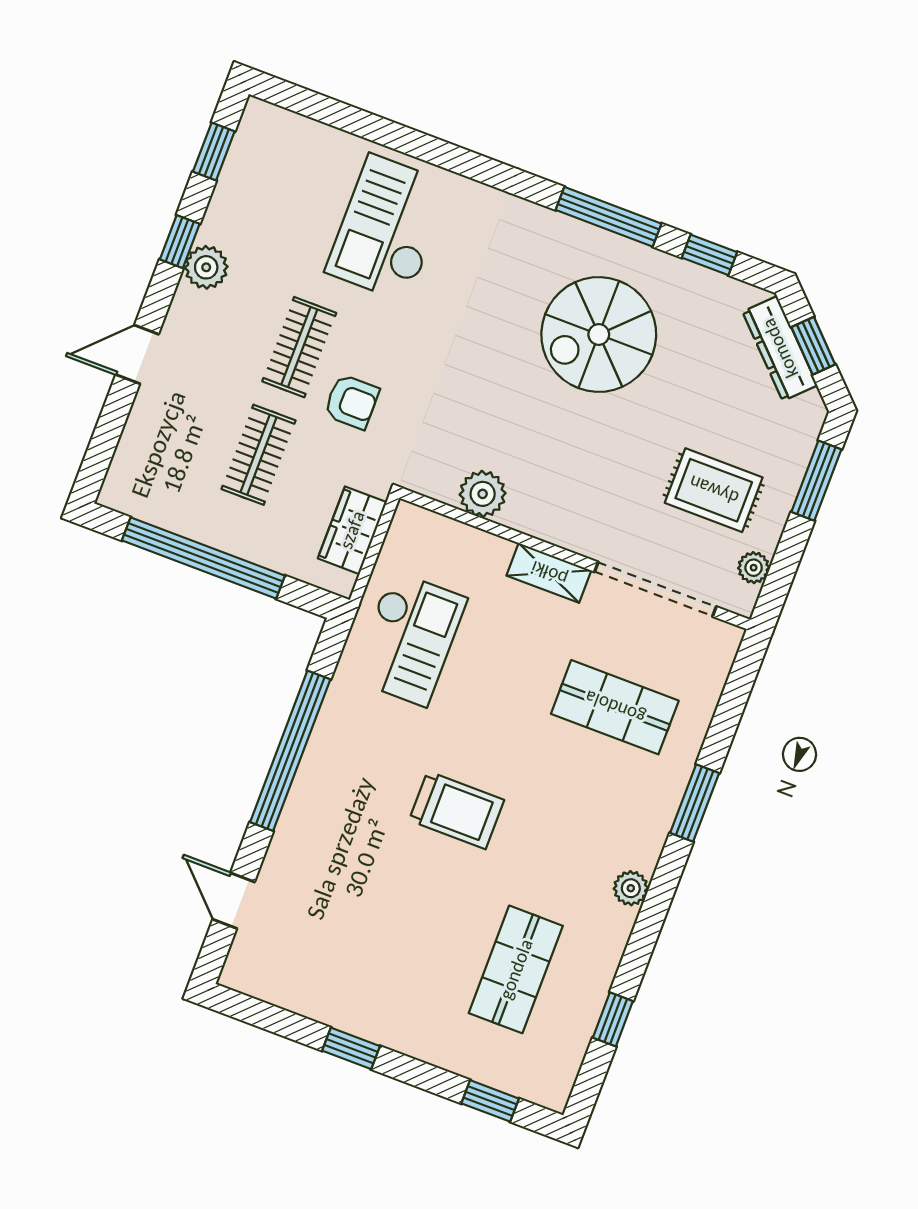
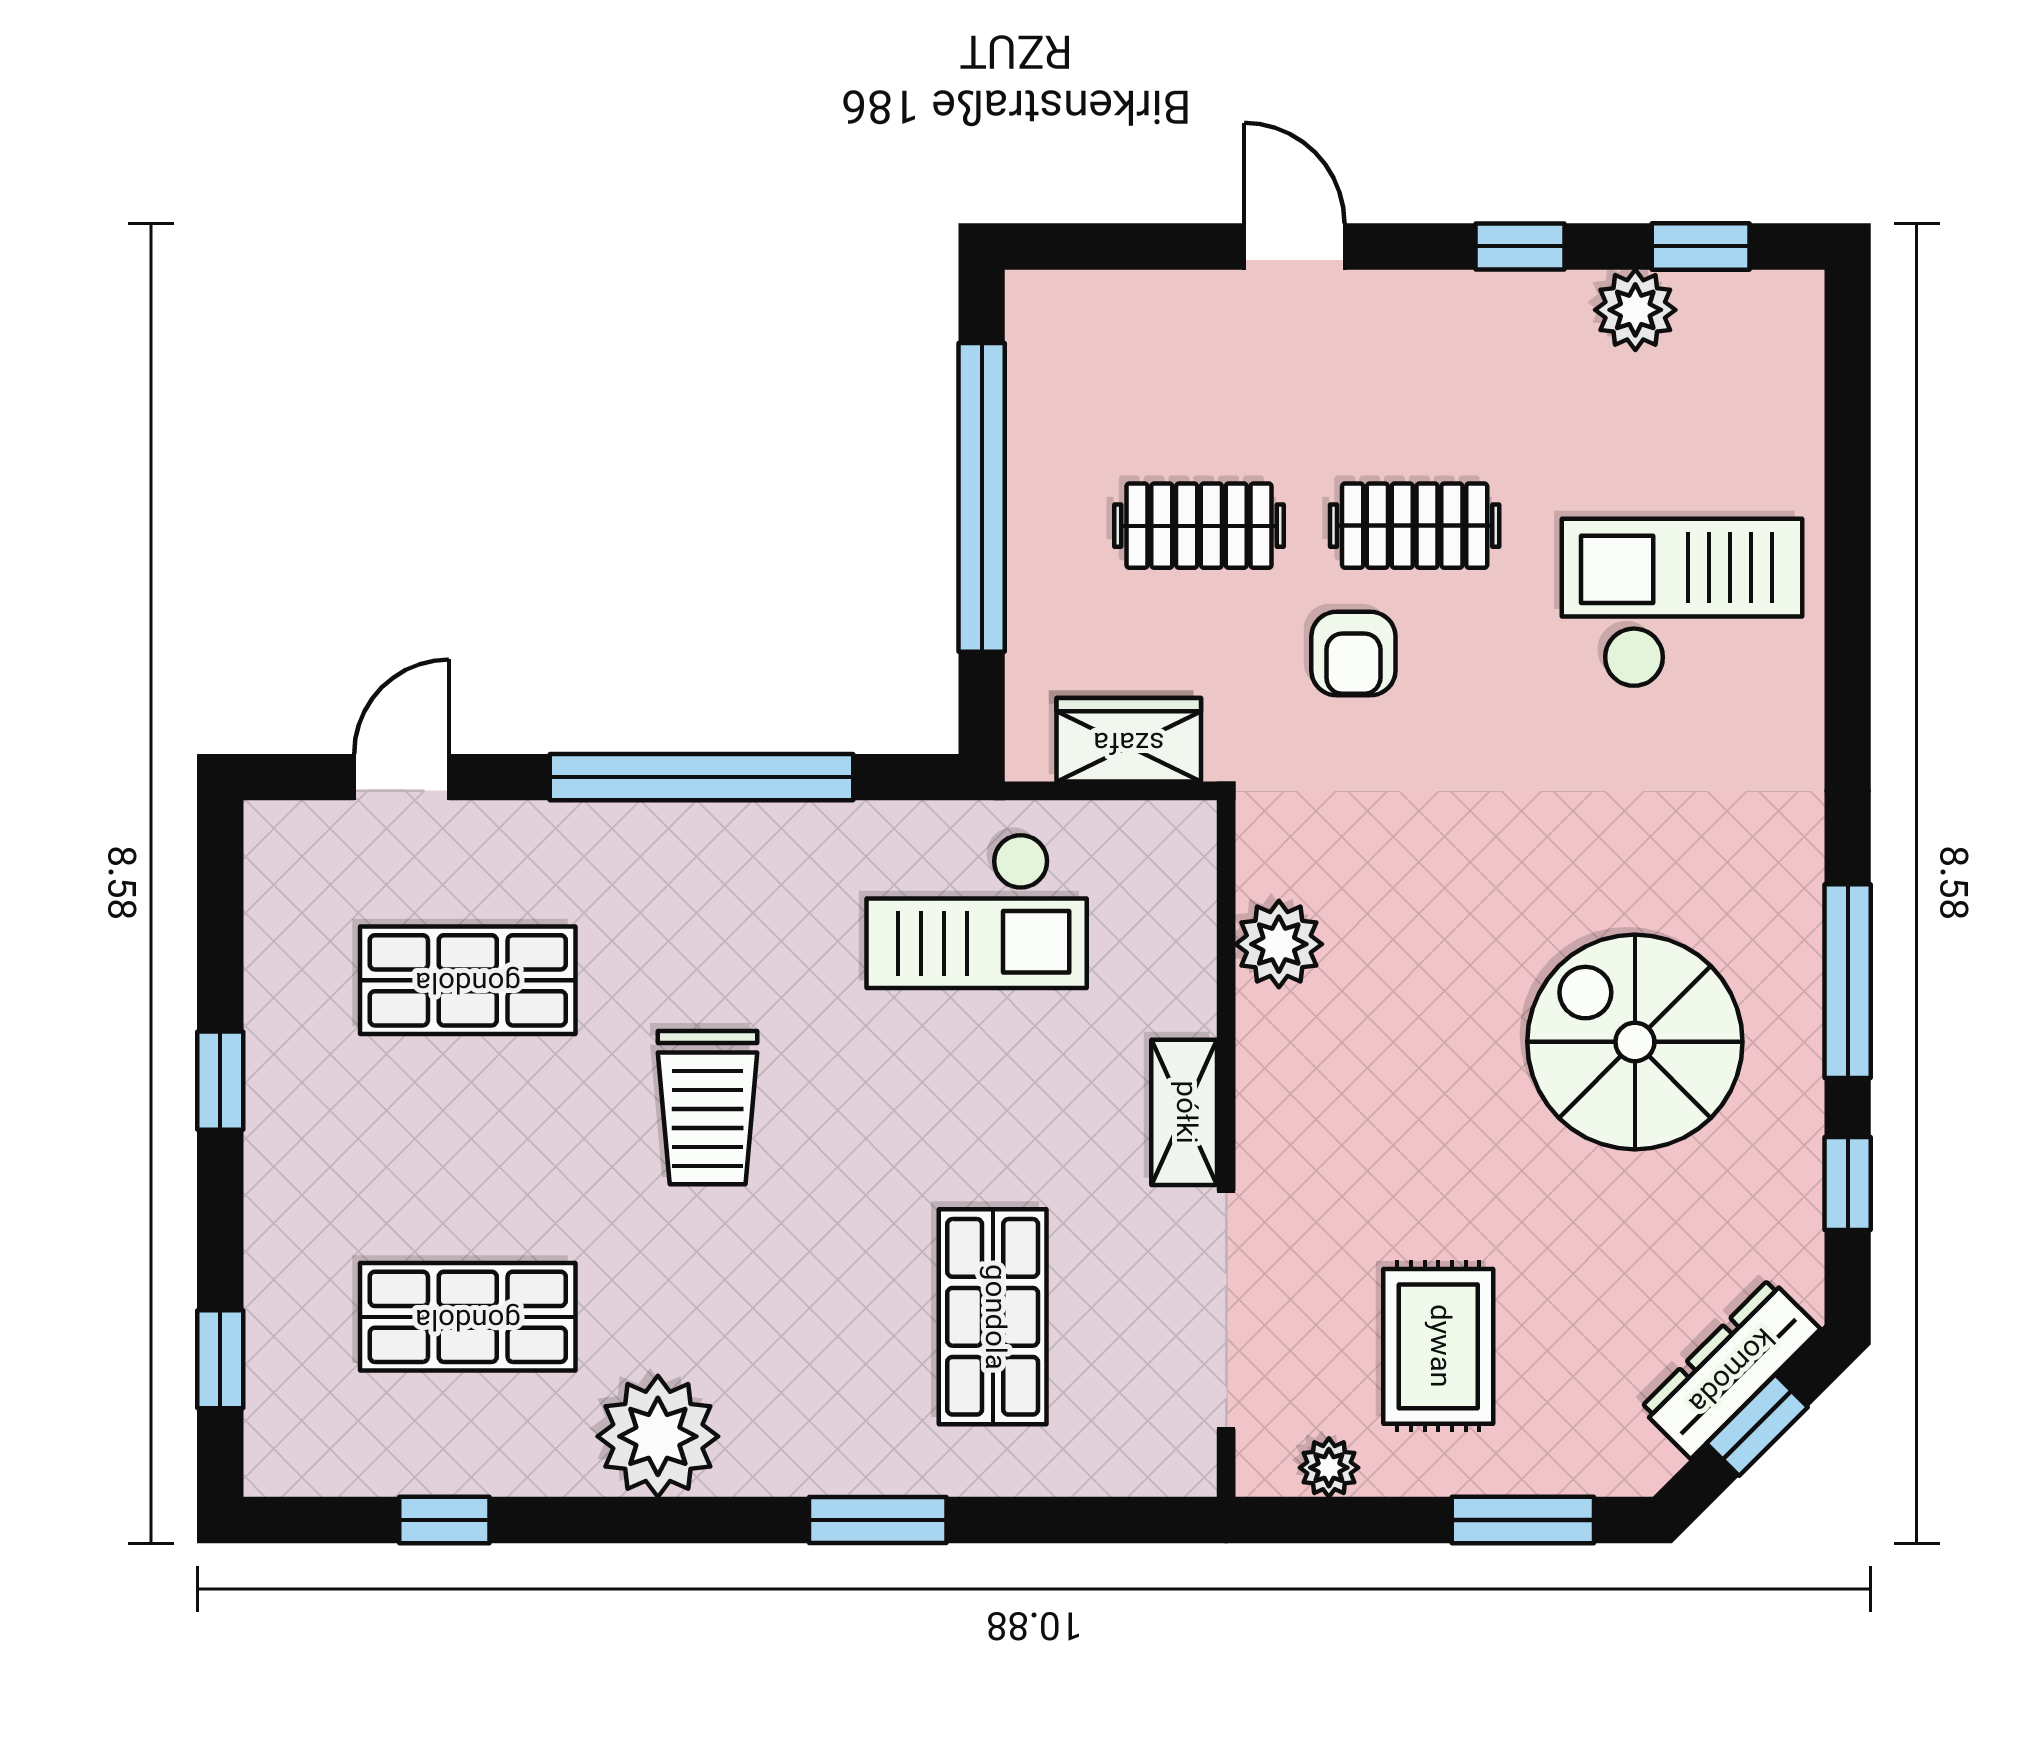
plant: (206, 267) -> (1635, 310), moved
plant: (631, 888) -> (658, 1436), width x1.87, depth x1.87
shop shelf: (348, 906) -> (468, 980), added

